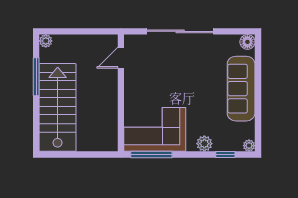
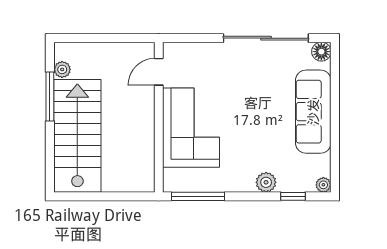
sliding door: (180, 31) -> (266, 38), moved
plant: (46, 41) -> (62, 69), moved
corner sofa: (155, 129) -> (191, 128), moved, turned 90

